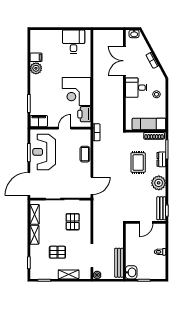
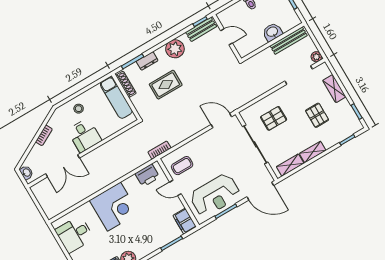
corner desk: (77, 92) -> (114, 207), moved
coffee table: (85, 154) -> (182, 166), moved
washbasin: (131, 272) -> (272, 32), moved

